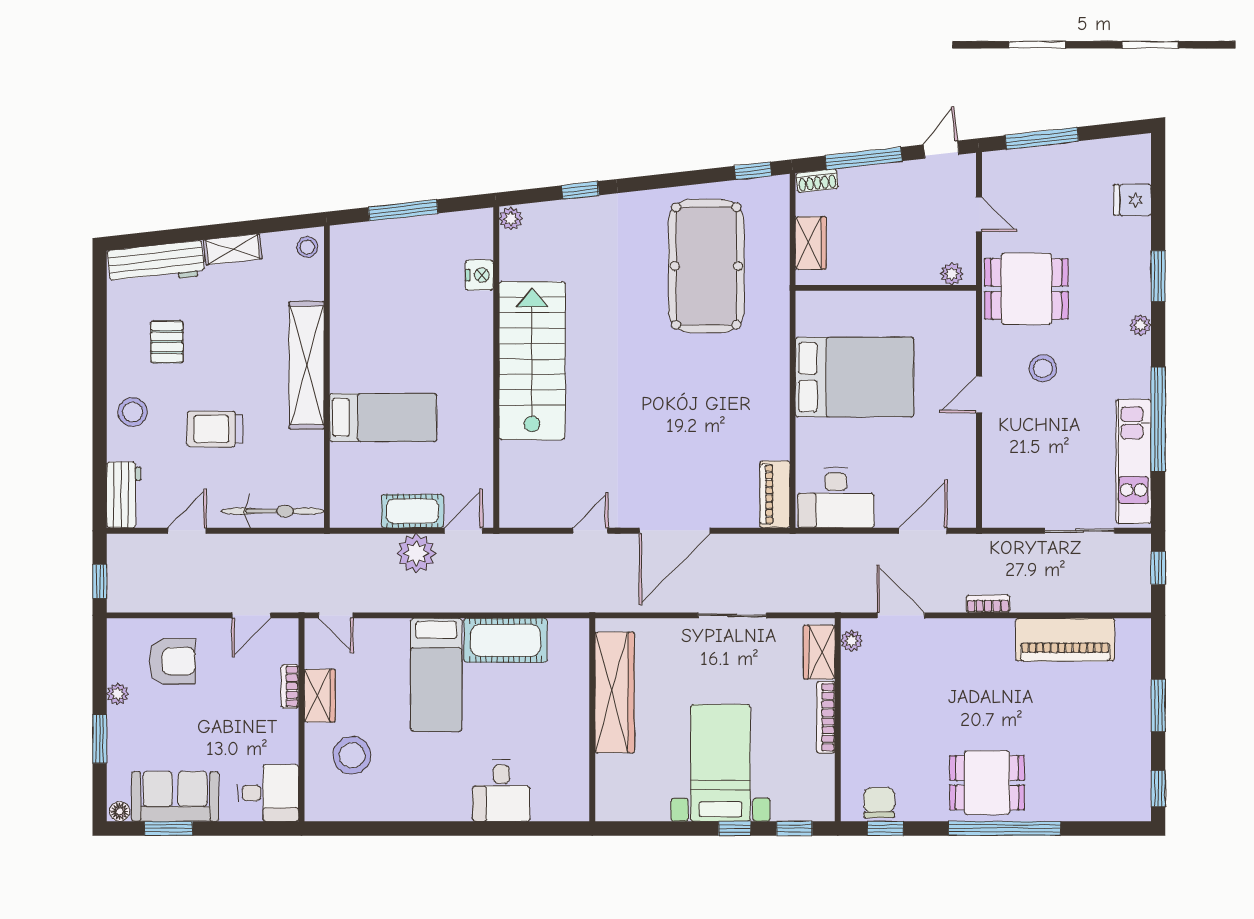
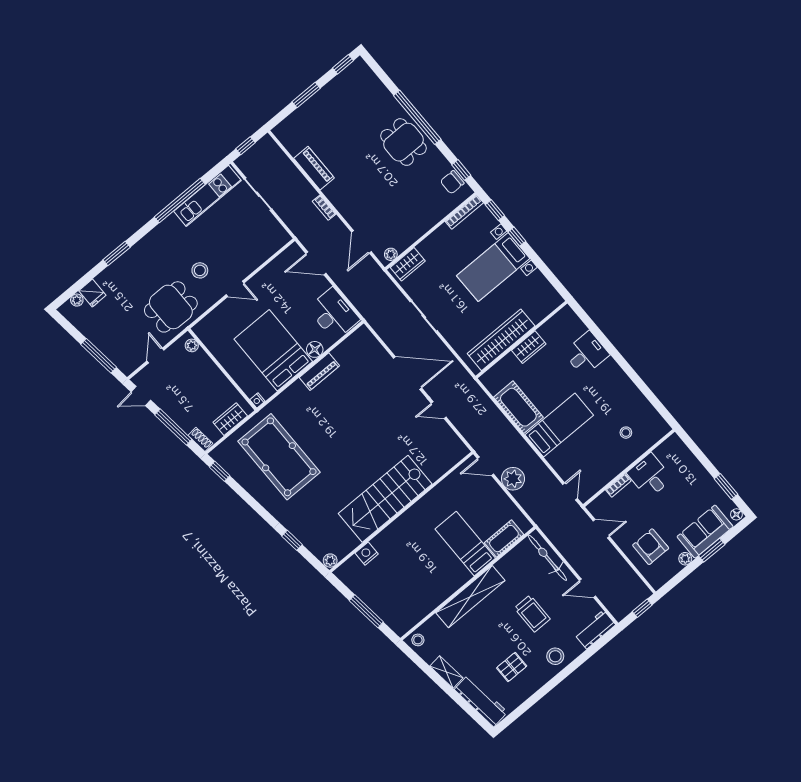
pool table: (706, 266) -> (279, 457), turned 90
dining table: (1026, 289) -> (171, 307), turned 90
nightstand: (805, 300) -> (257, 400), added
plant: (1140, 325) -> (77, 300), moved
floor lamp: (809, 433) -> (315, 349), added
piano: (775, 494) -> (319, 372), moved
cot: (412, 511) -> (504, 539), moved, turned 90
piano: (1065, 640) -> (314, 168), width x0.73, depth x0.75
wardrobe: (320, 696) -> (529, 347), moved, turned 180
bookcase: (826, 717) -> (464, 212), moved
stool: (352, 755) -> (626, 433), width x0.53, depth x0.53
desk: (268, 793) -> (650, 476), moved
sofa: (175, 796) -> (705, 532), moved, turned 90

